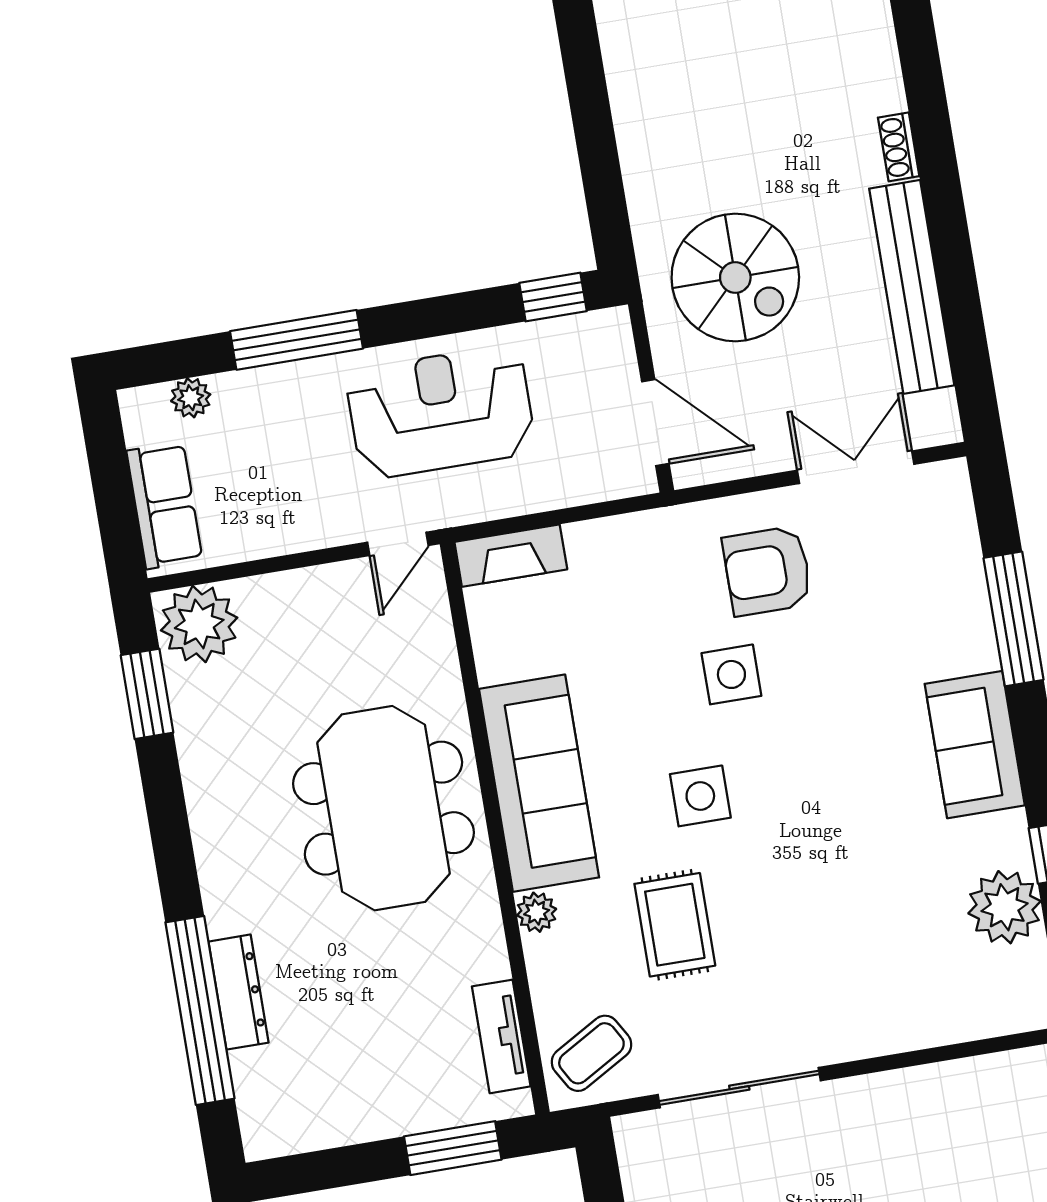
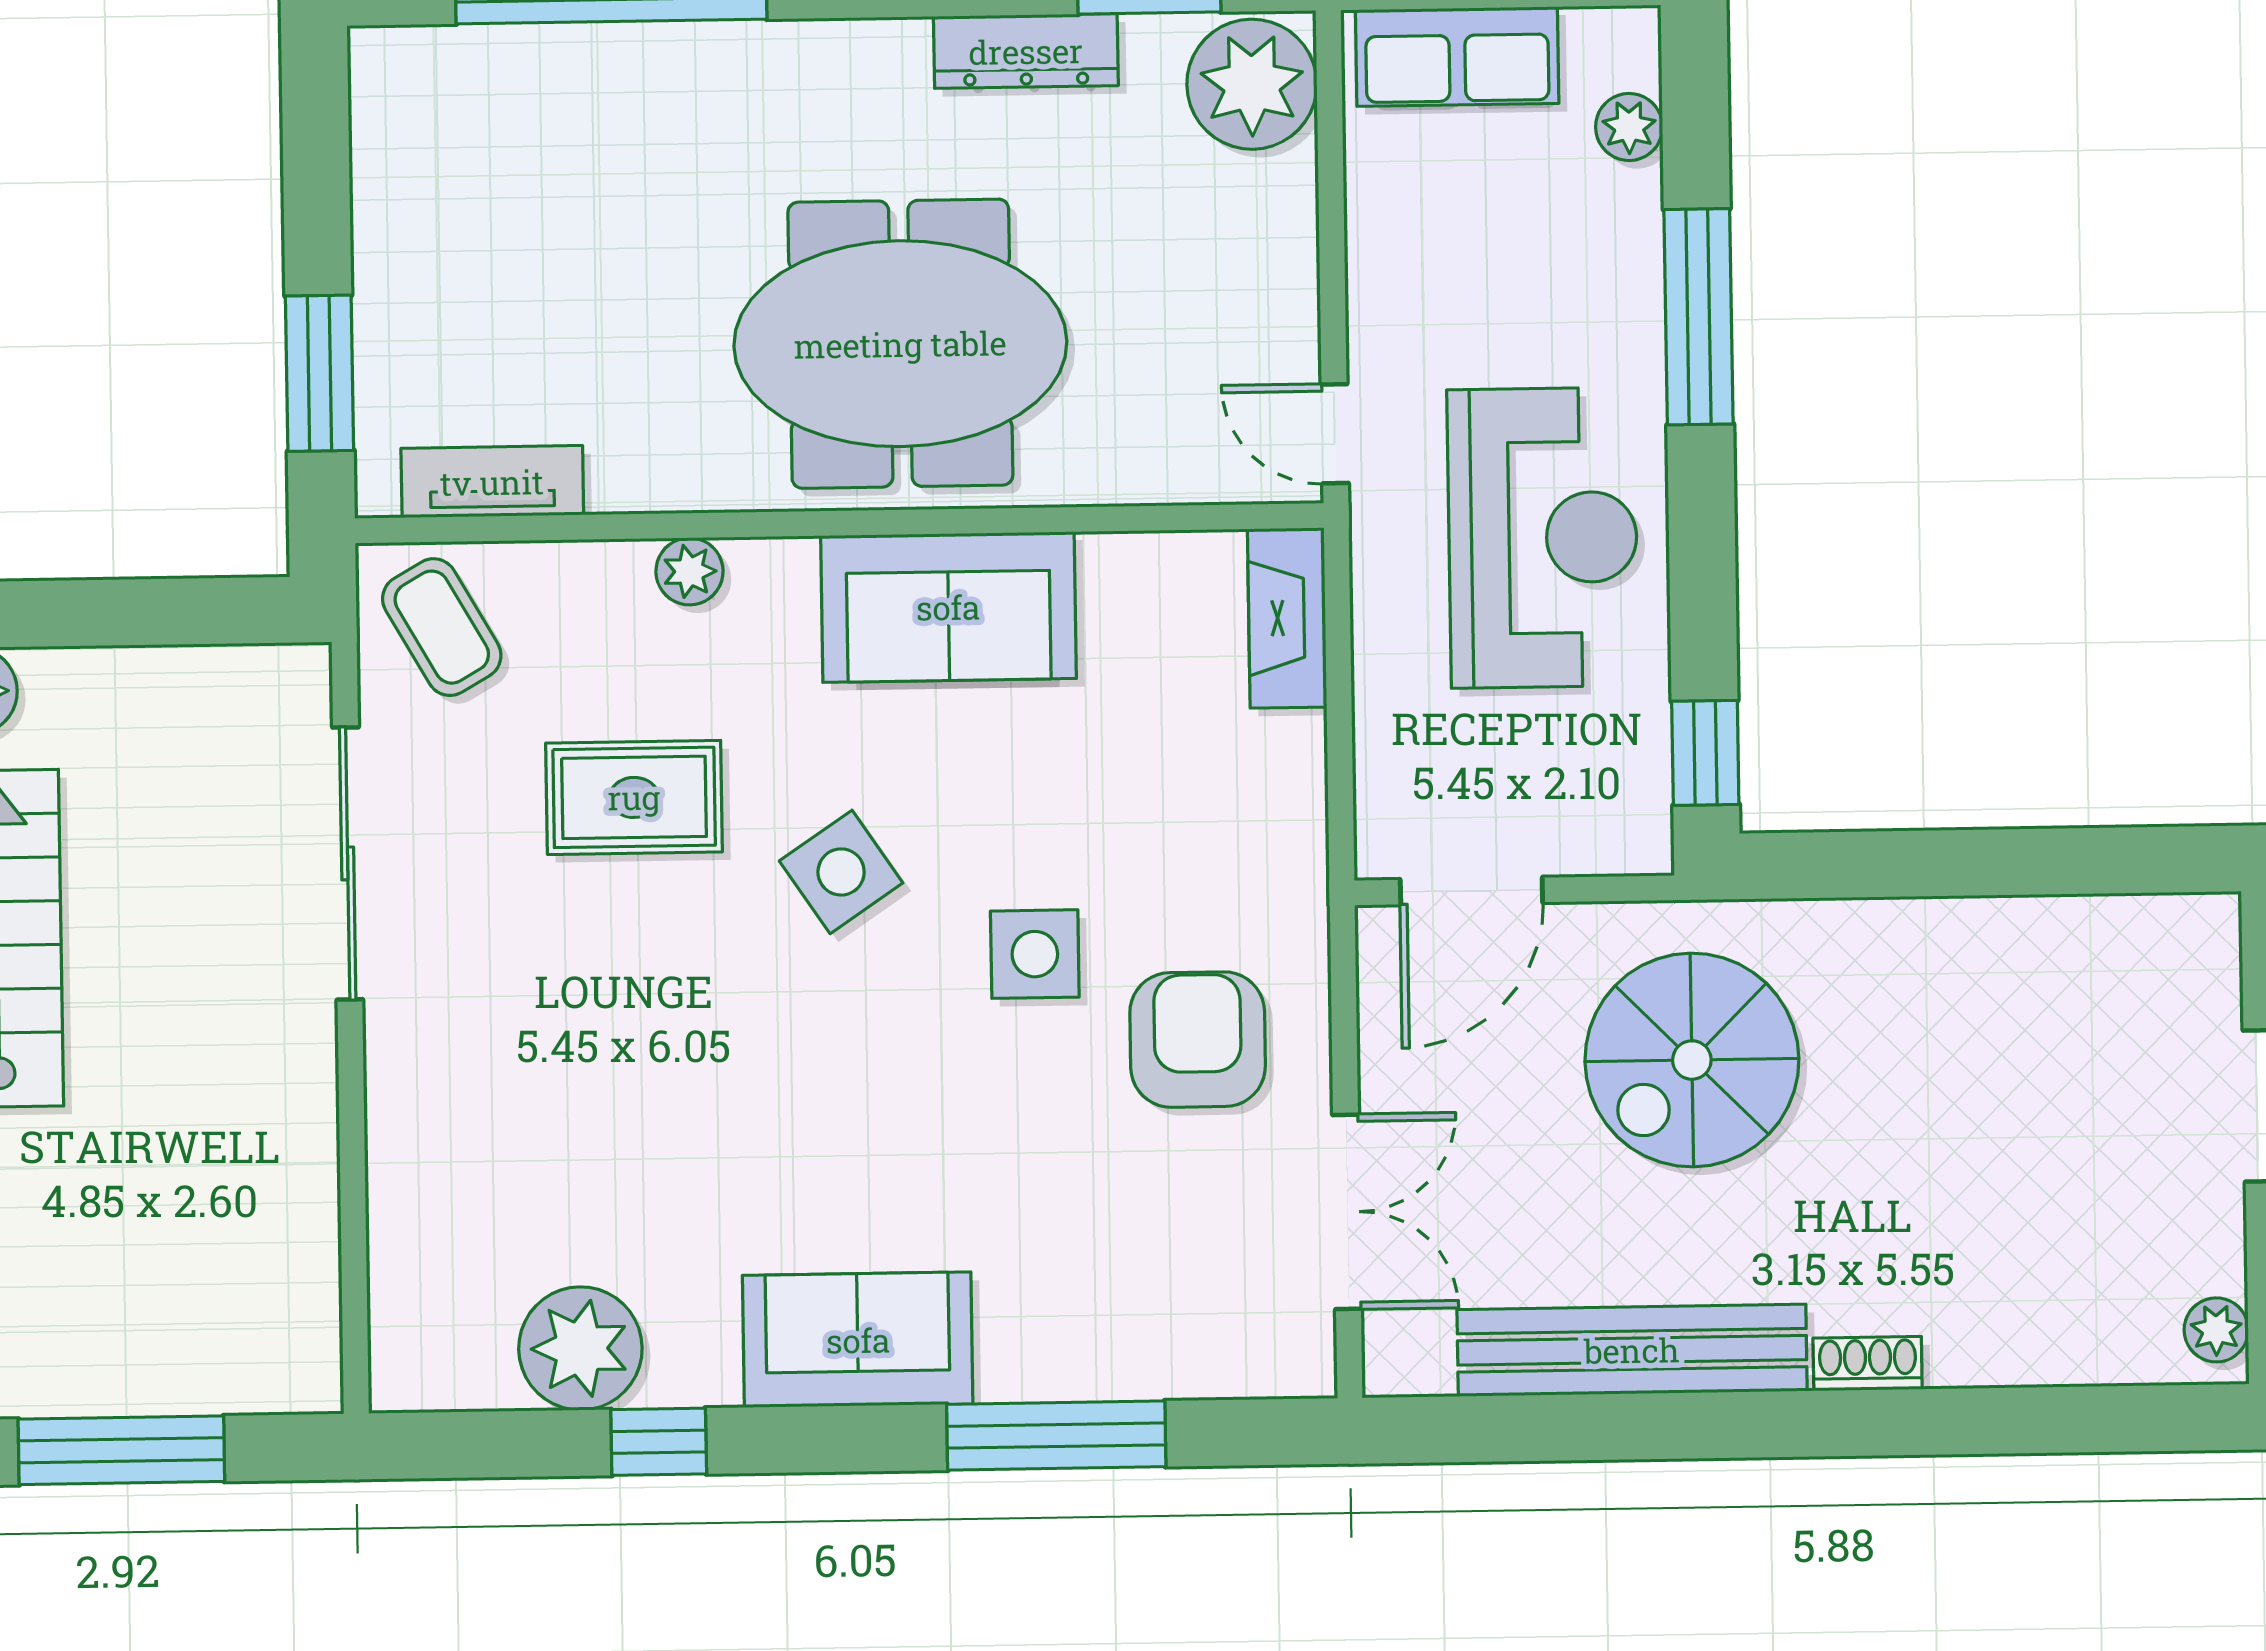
sofa: (539, 783) -> (948, 607), width x0.73
side table: (700, 796) -> (841, 872), turned -34
dresser: (239, 992) -> (1026, 51), moved

